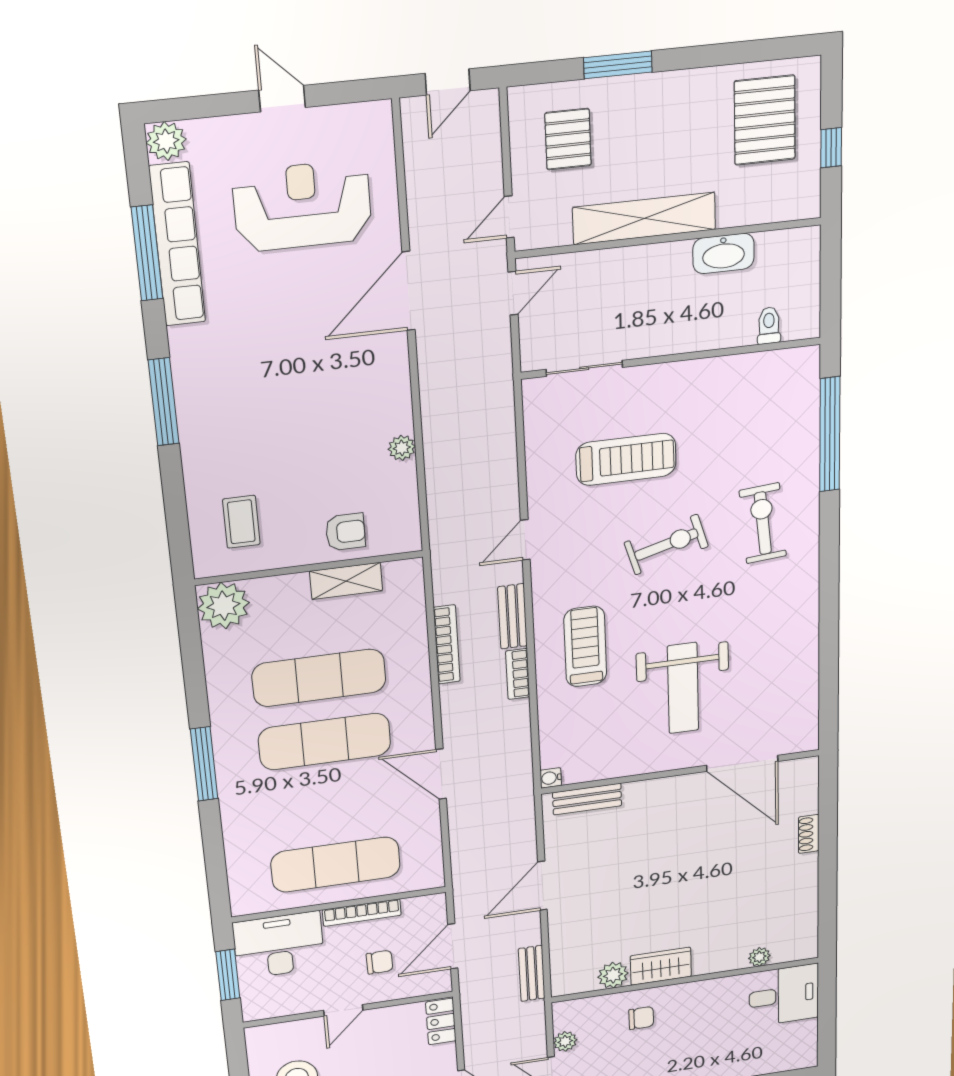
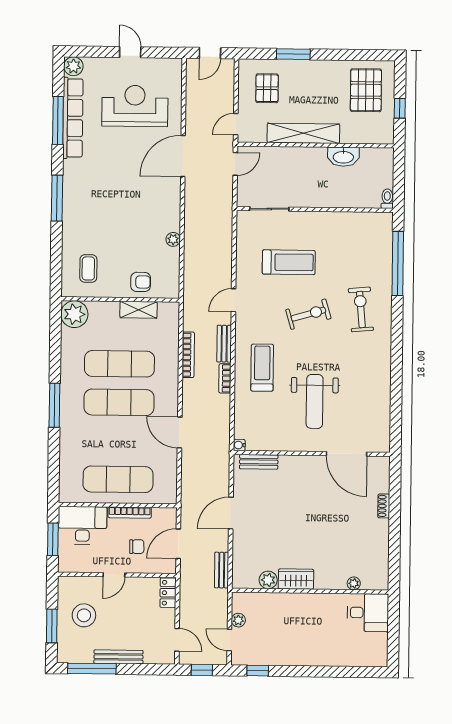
toilet: (769, 326) -> (387, 199), moved
chair: (641, 1018) -> (283, 612), removed

